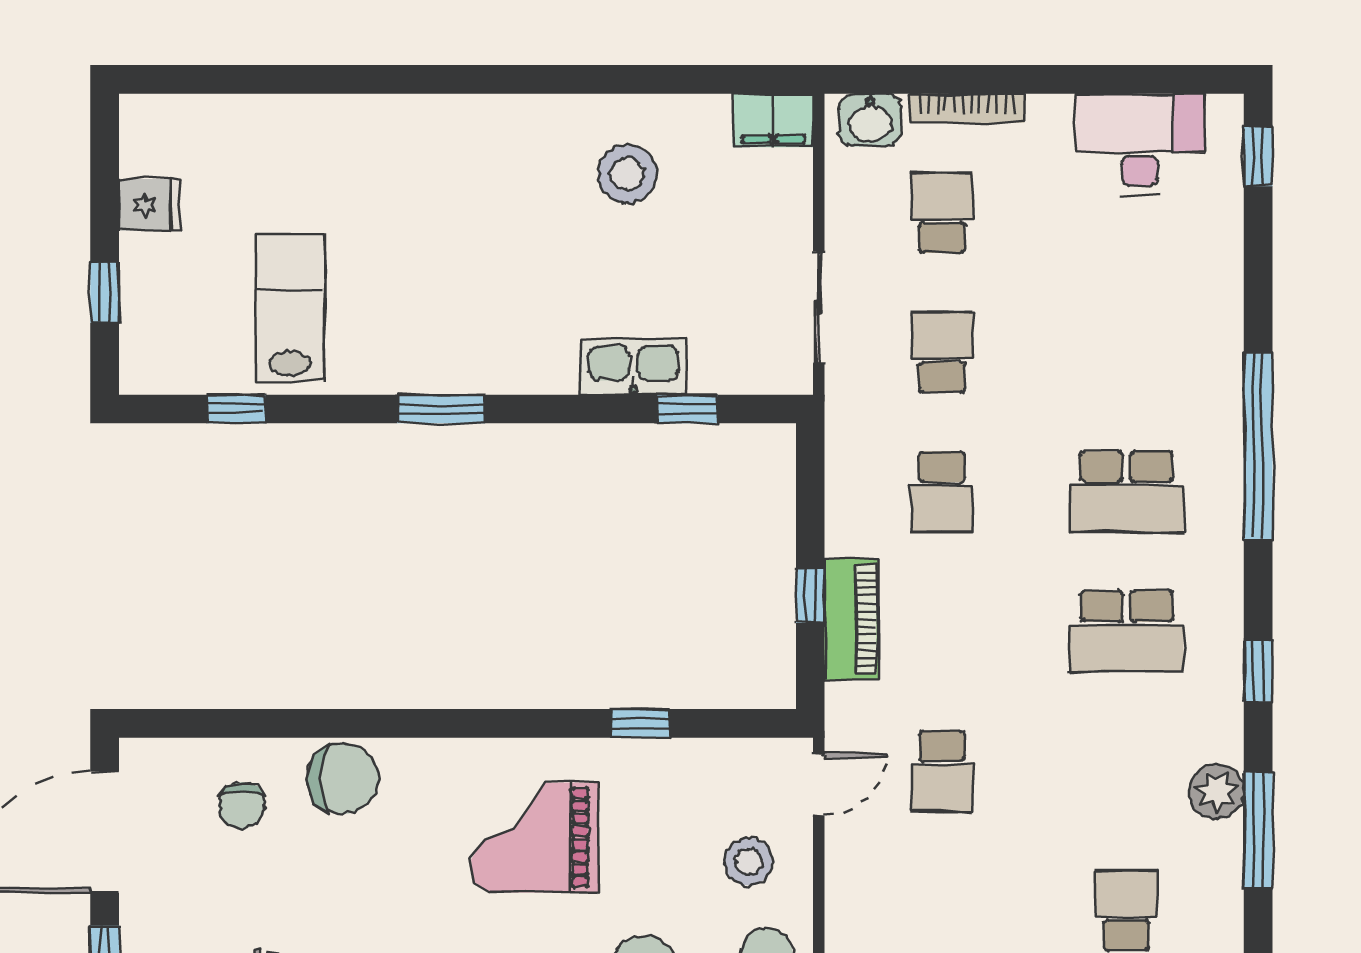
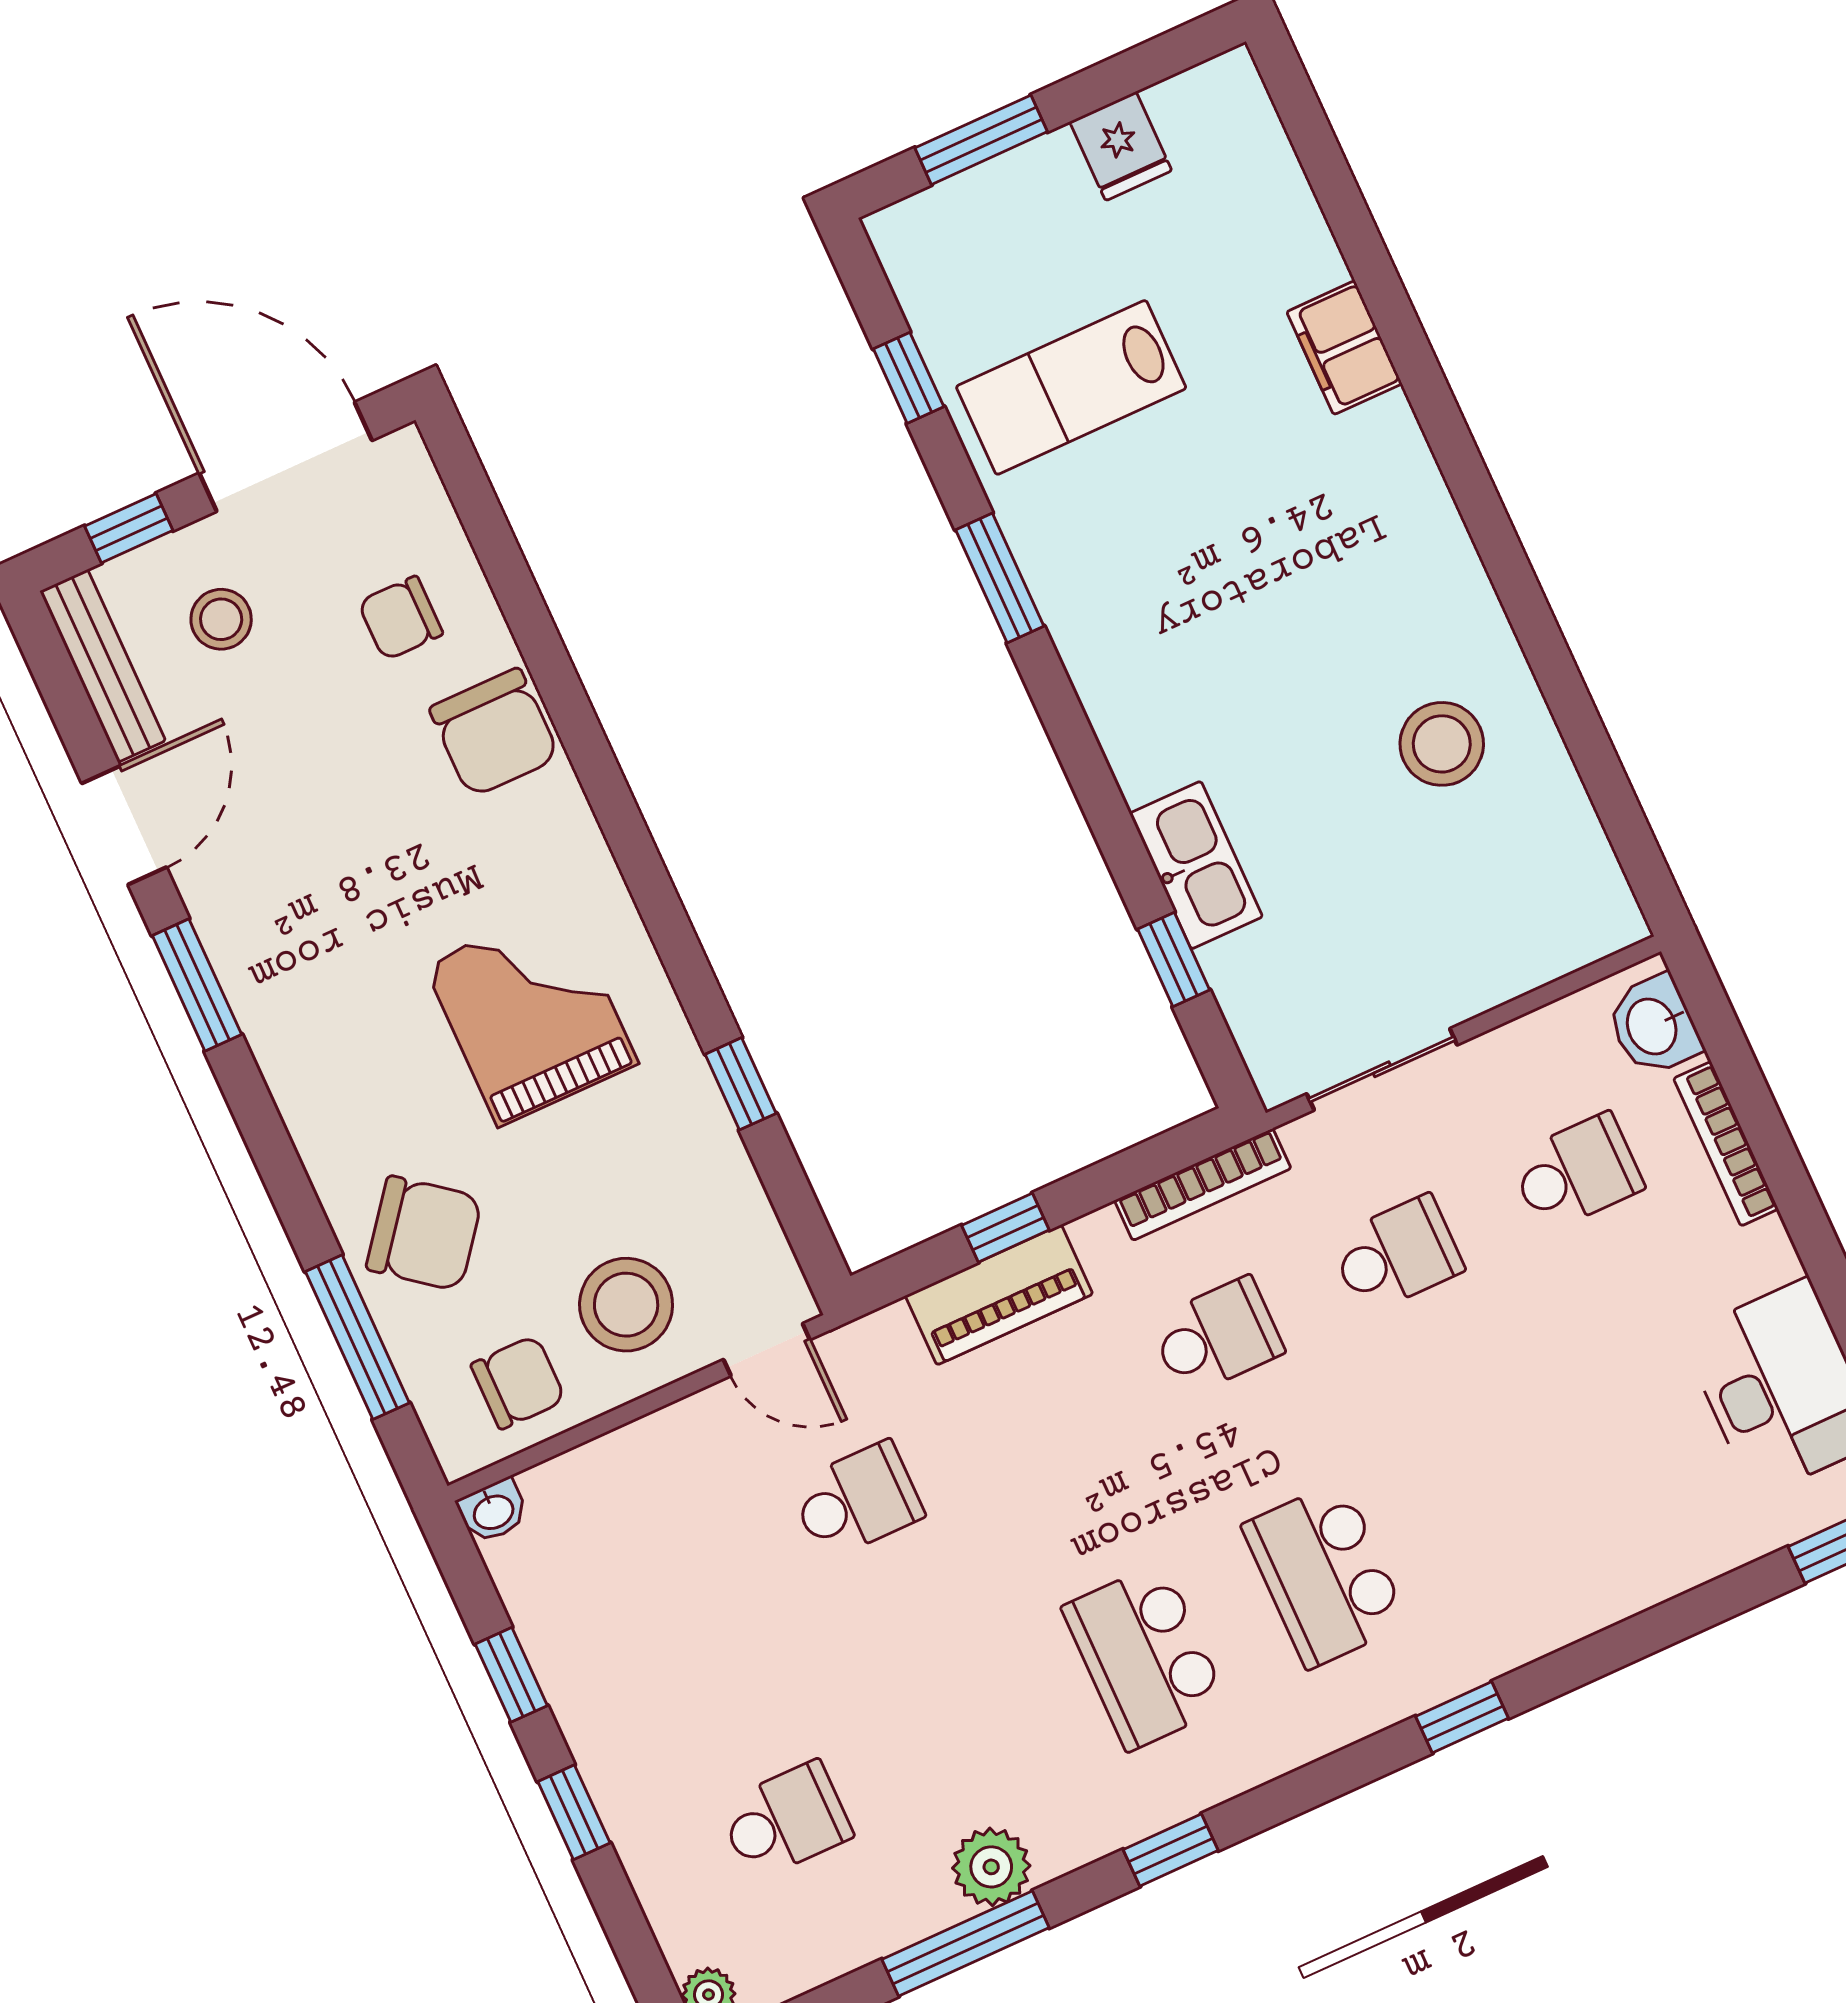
filing cabinet: (773, 120) -> (1344, 348), moved
window: (105, 293) -> (981, 140), width x1.50
lab bench: (290, 307) -> (1071, 387), turned 180
window: (441, 409) -> (1000, 578), moved
window: (1258, 446) -> (1462, 1717), width x0.32
bookcase: (840, 456) -> (1203, 1184), added
school desk: (942, 492) -> (1217, 1336), turned 180
school desk: (942, 771) -> (857, 1500), turned 180
stool: (749, 862) -> (626, 1305), width x1.38, depth x1.38
stool: (190, 921) -> (221, 619), added

